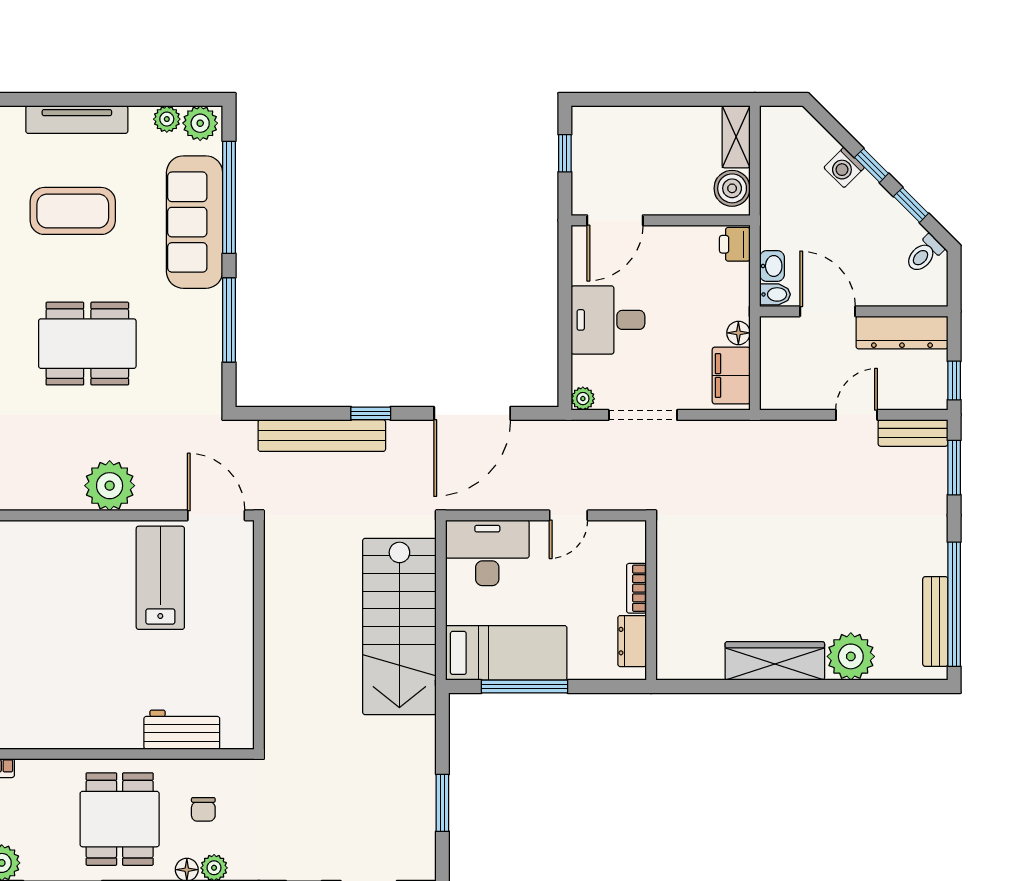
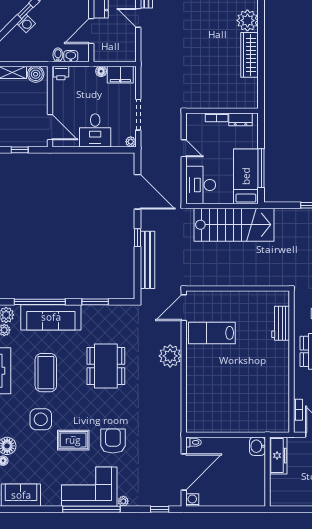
bidet: (775, 294) -> (58, 55), moved
window: (229, 320) -> (95, 302), width x0.69

